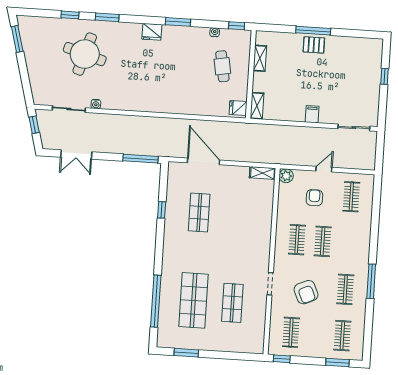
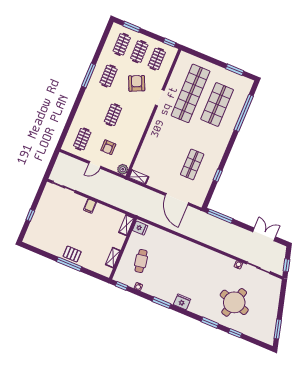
clothes rail: (297, 240) -> (139, 52), moved
shop shelf: (232, 303) -> (191, 93), width x2.00, depth x1.36

